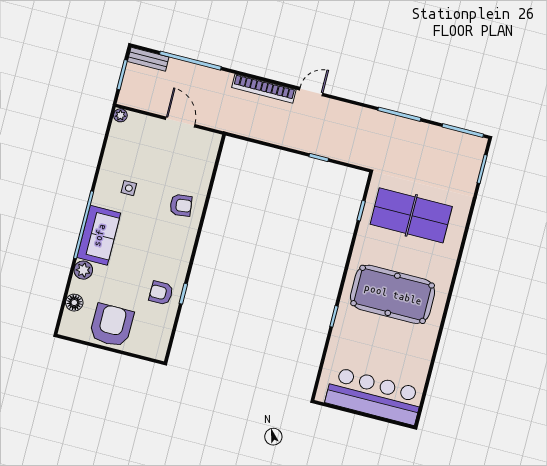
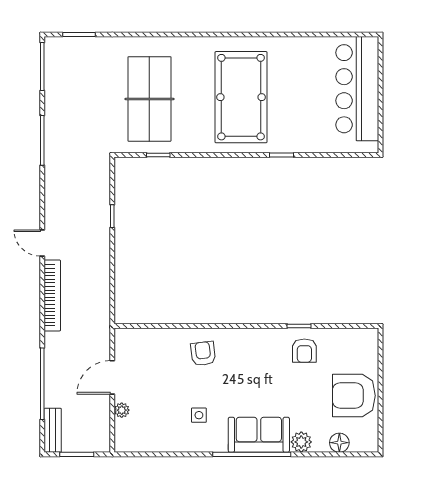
plant: (120, 115) -> (122, 410), moved

